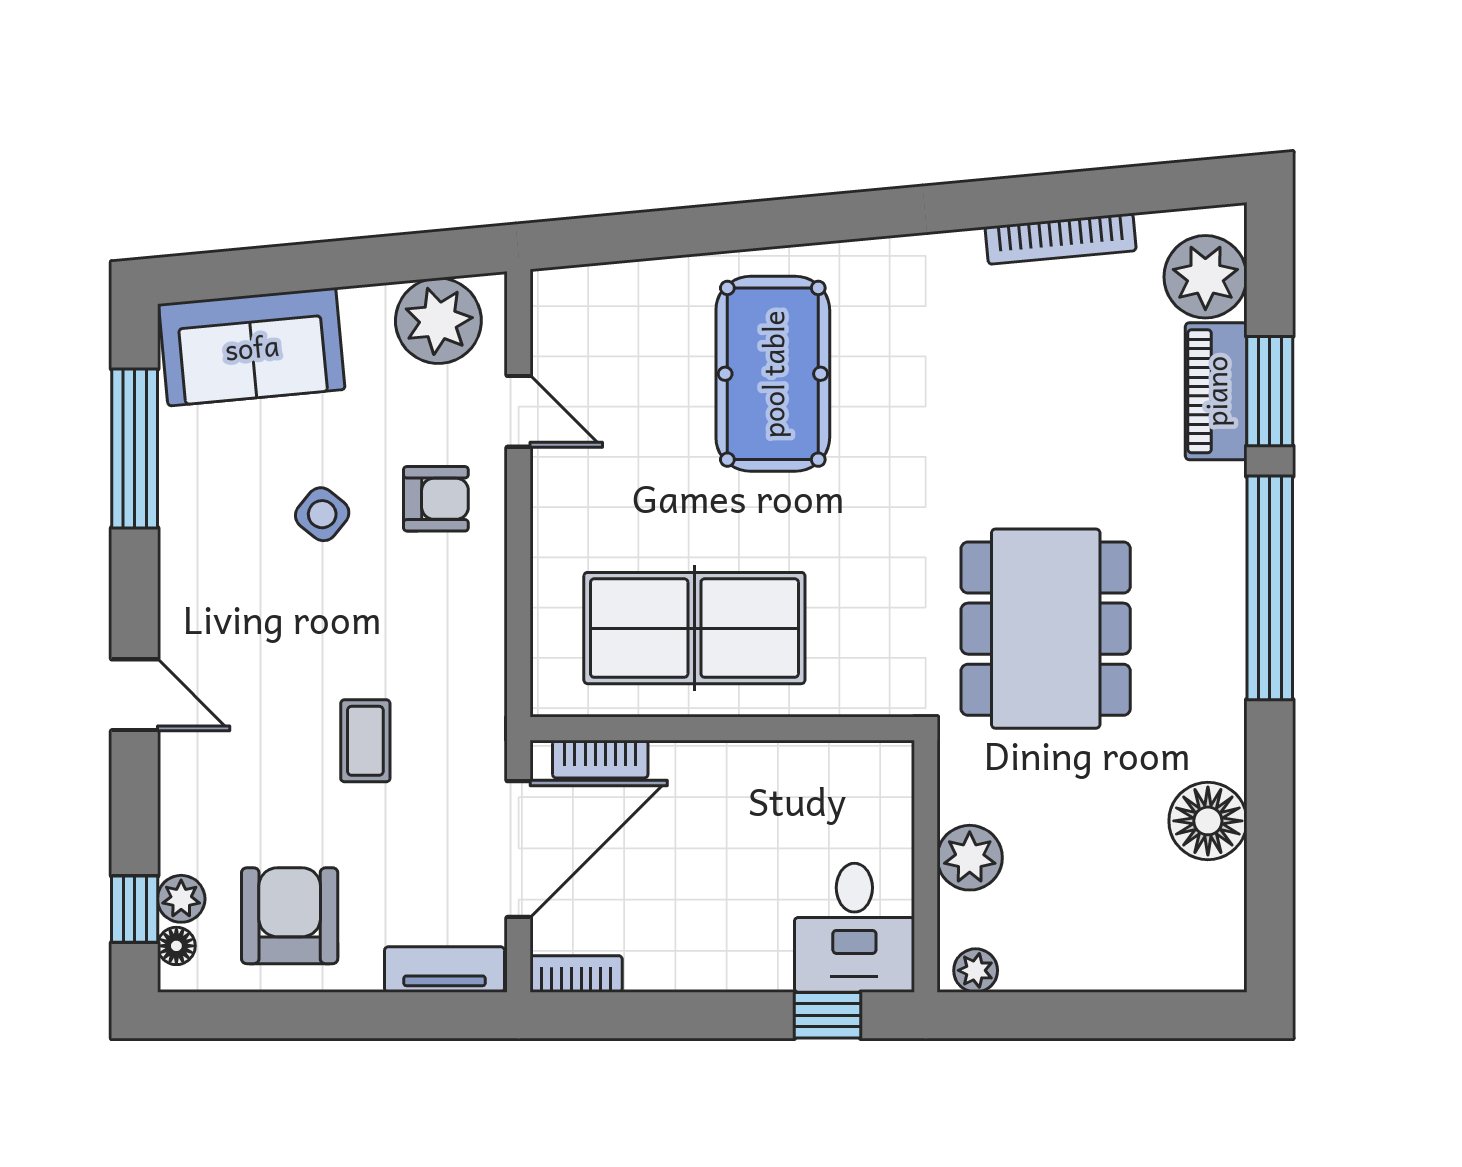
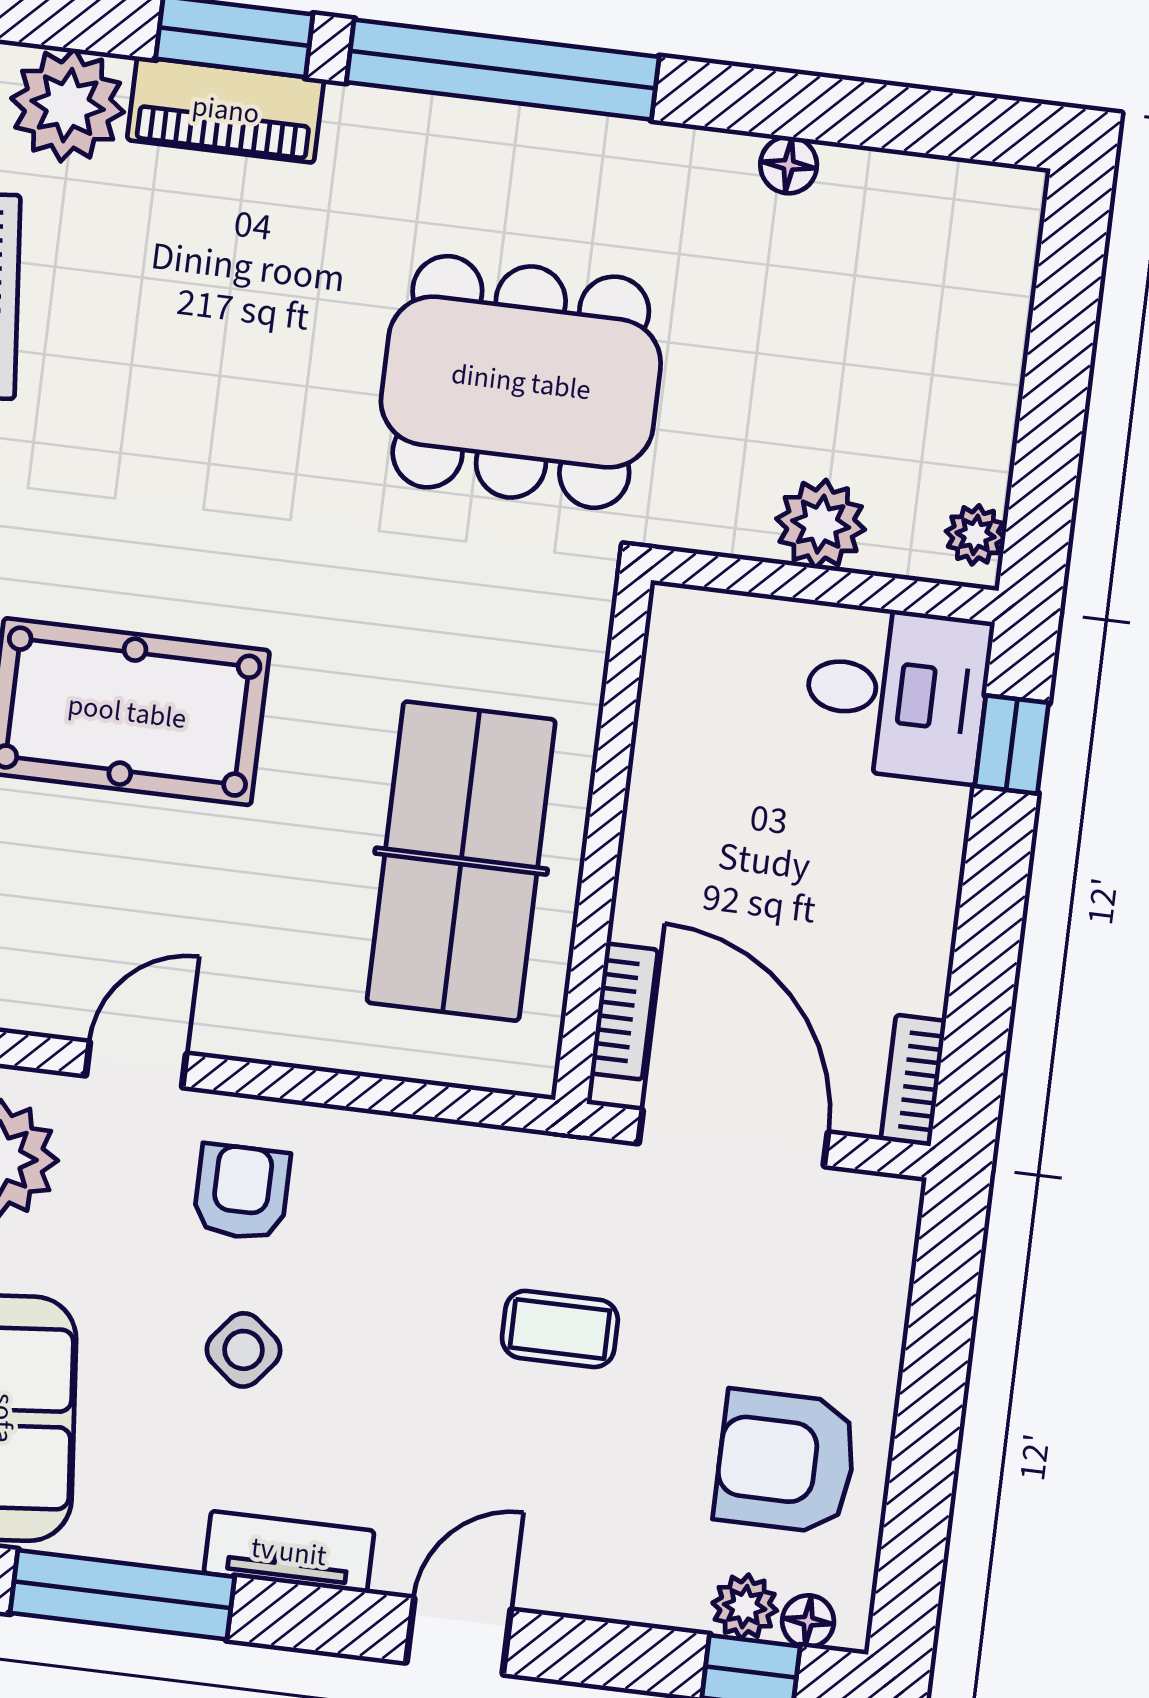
floor lamp: (1208, 821) -> (789, 165), width x0.53, depth x0.53
tv unit: (444, 969) -> (289, 1552), moved, turned 90

